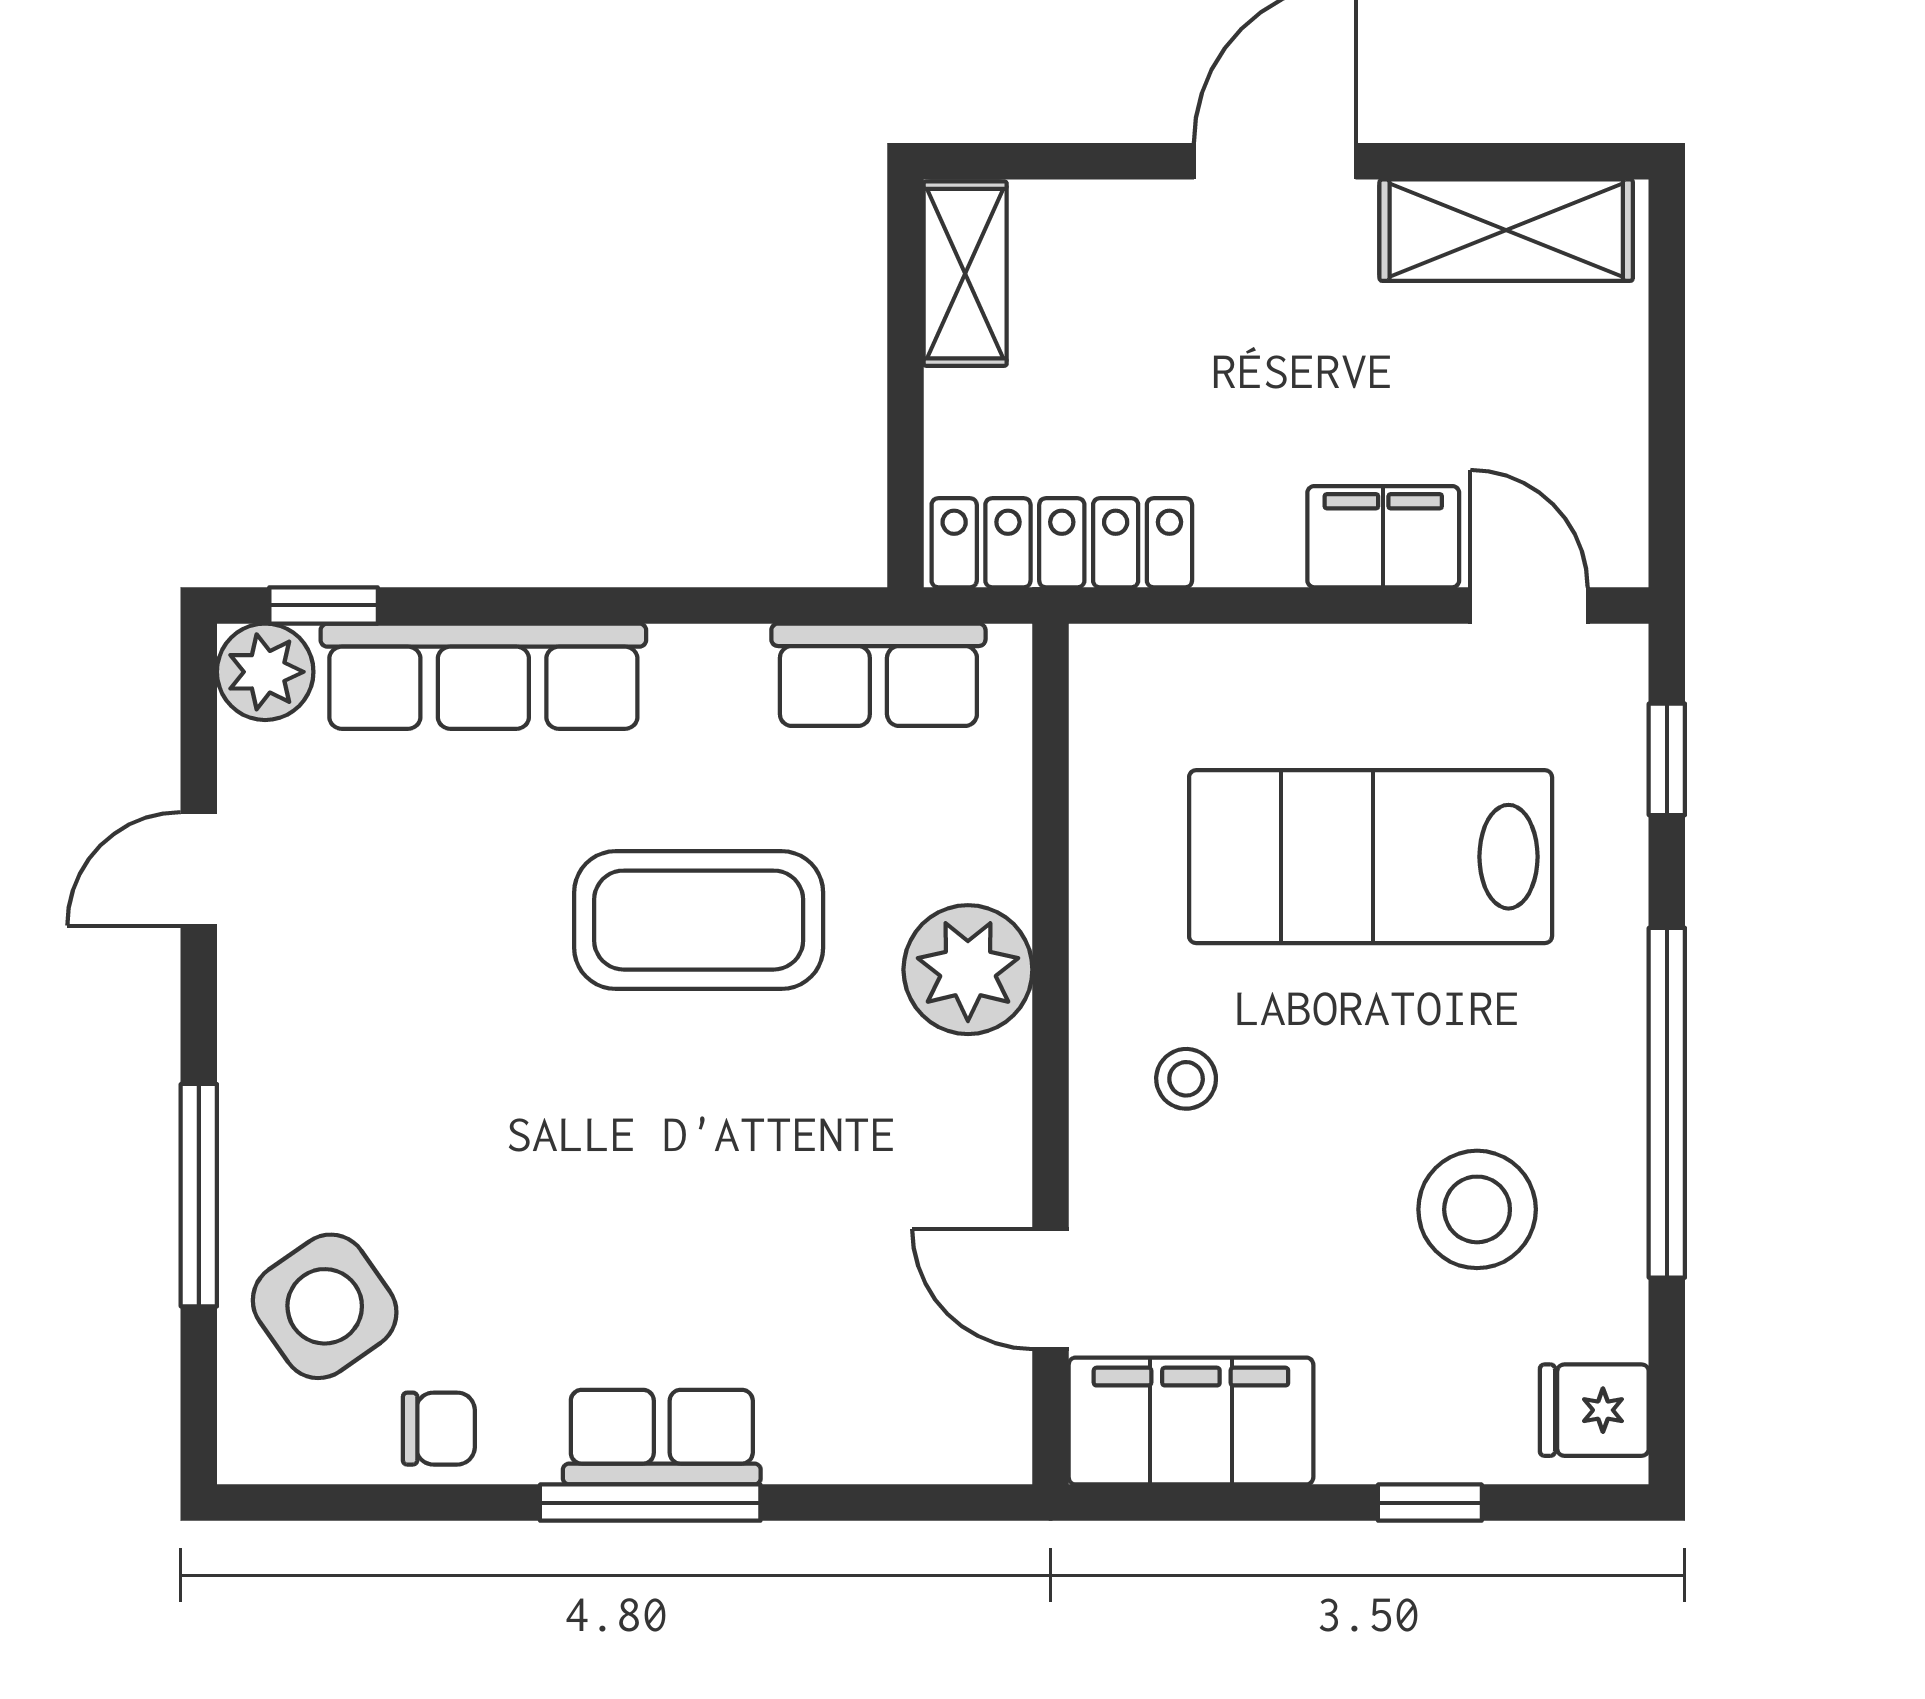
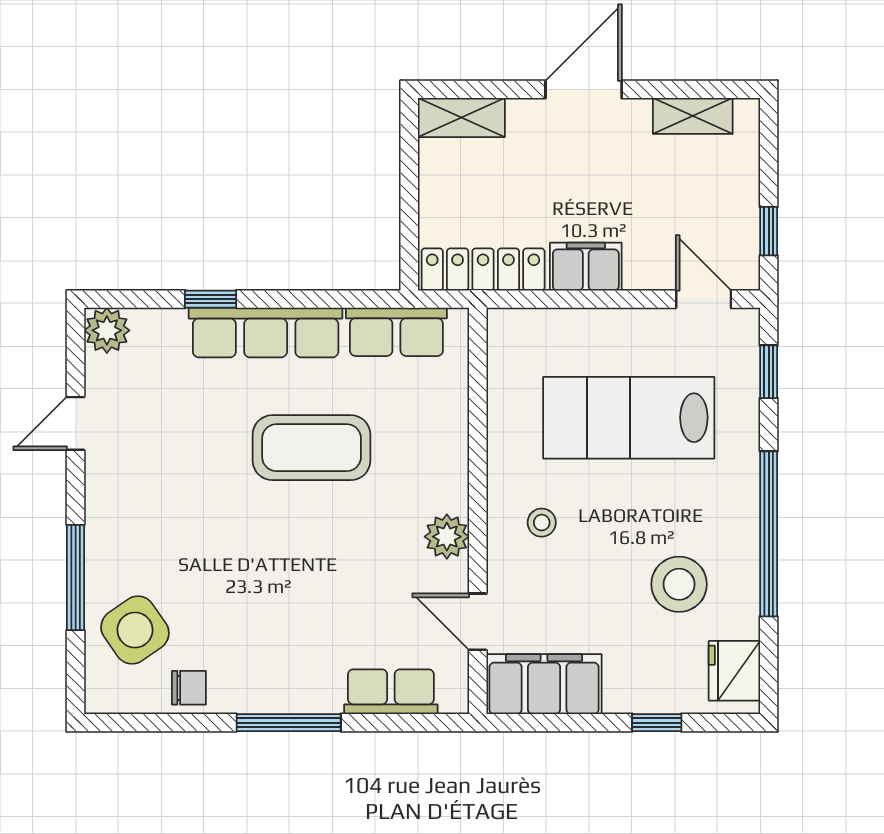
shelving: (1506, 230) -> (693, 116), width x0.67, depth x0.75
shelving: (965, 274) -> (461, 118), moved, turned 90
window: (1667, 462) -> (769, 231), added
filing cabinet: (1383, 537) -> (586, 267), moved
window: (324, 605) -> (211, 299), moved
row of seats: (483, 676) -> (266, 332), moved
plant: (968, 970) -> (447, 537), moved, width x0.73, depth x0.73
fridge: (1594, 1410) -> (734, 671), width x1.38
row of seats: (662, 1437) -> (391, 692), moved

